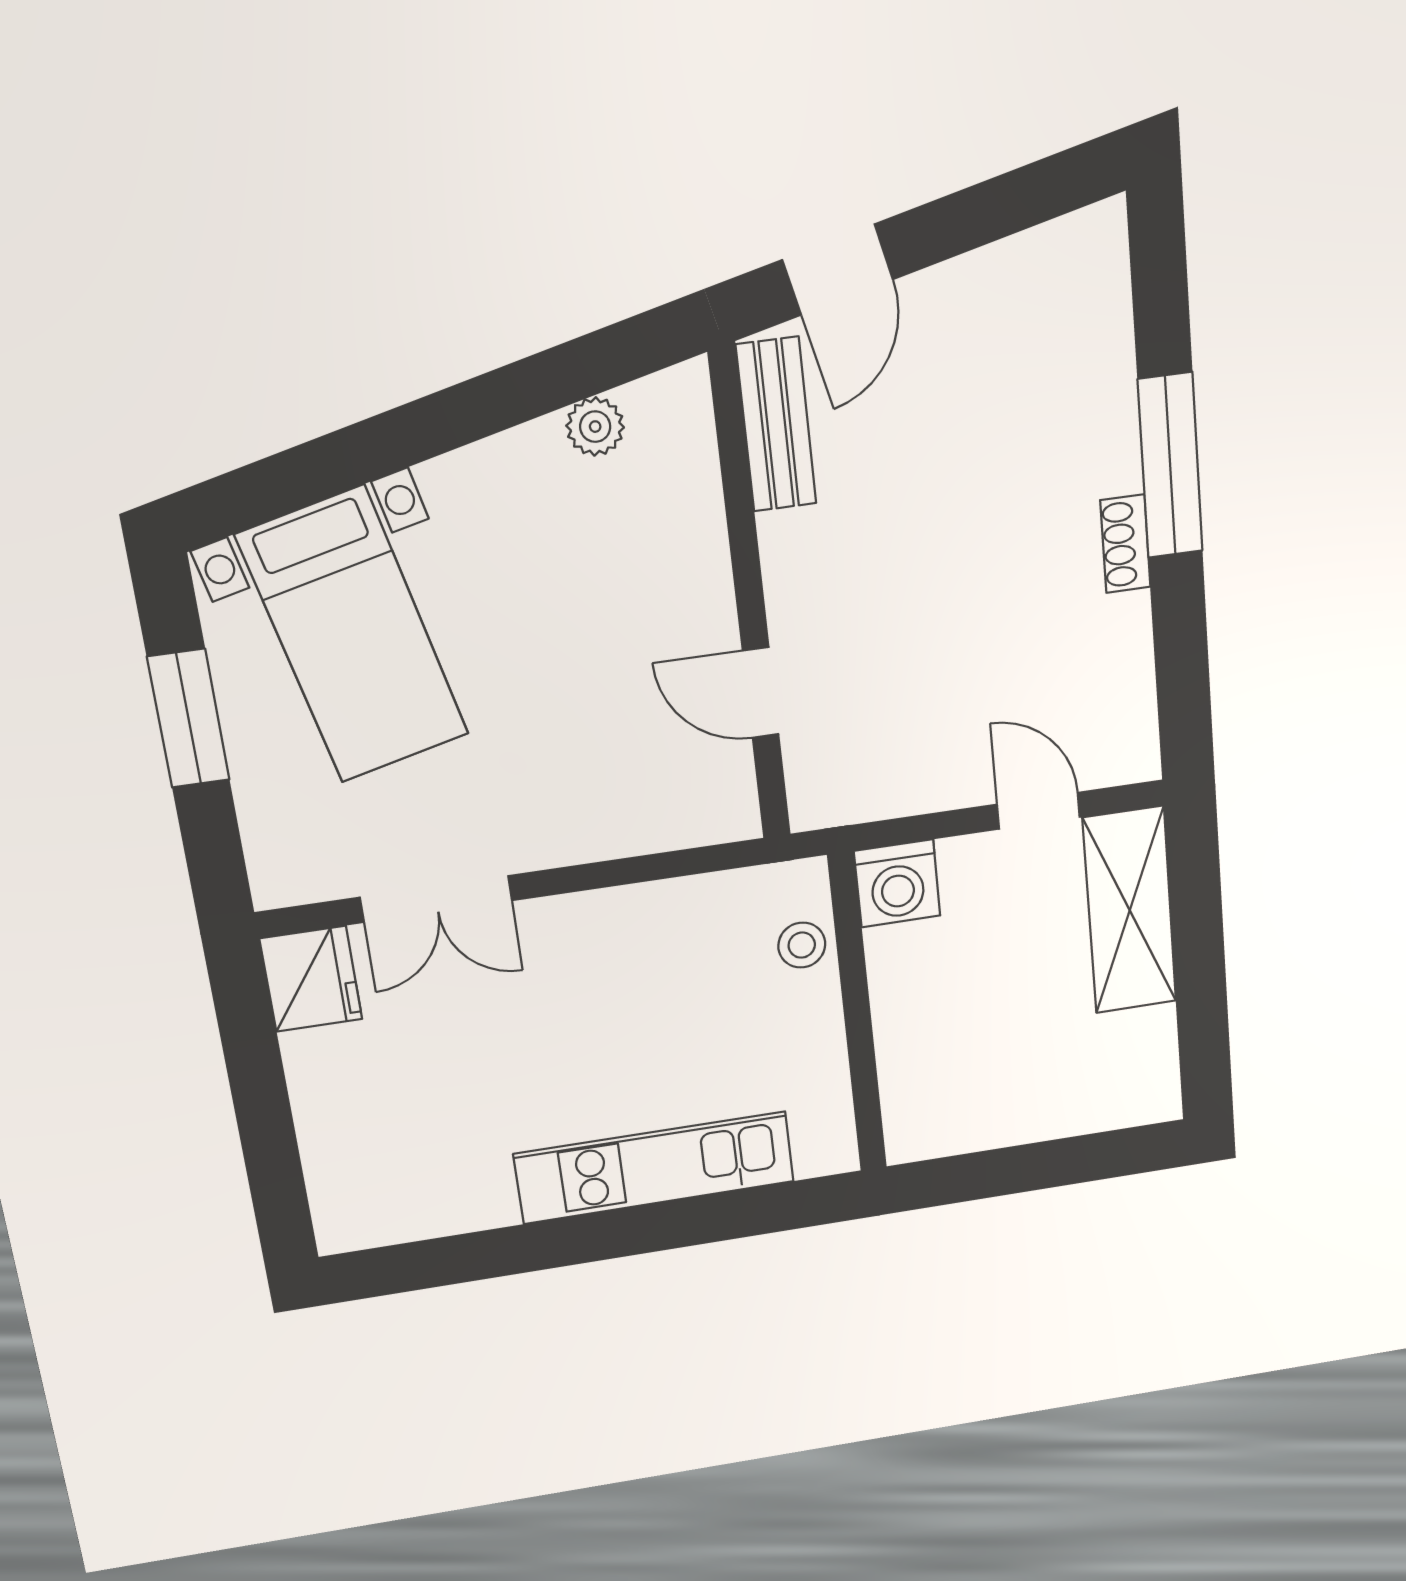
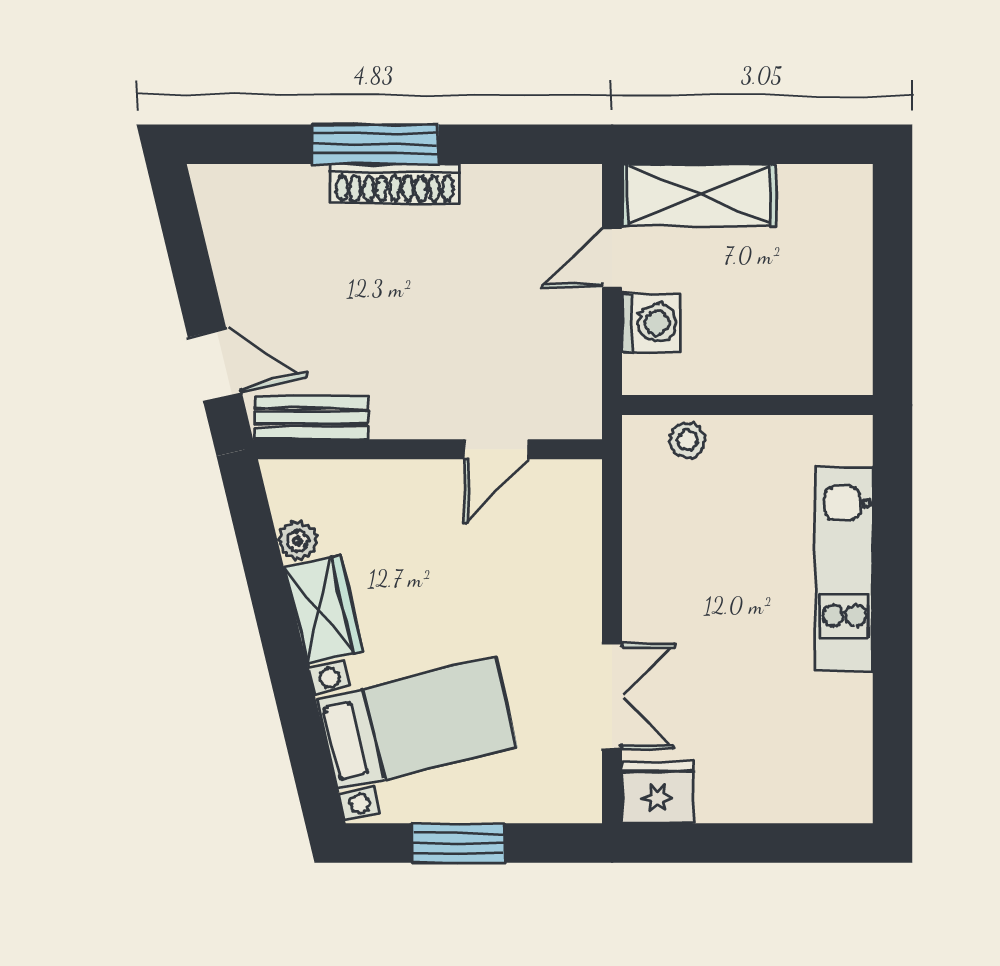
wardrobe: (499, 479) -> (324, 610), added
shoe rack: (1125, 544) -> (395, 184), width x1.94, depth x1.24
washing machine: (897, 883) -> (651, 323), moved

